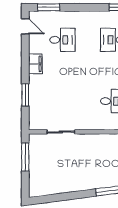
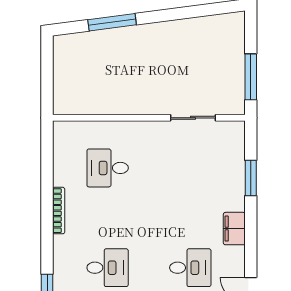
desk: (62, 40) -> (190, 268), turned 180

